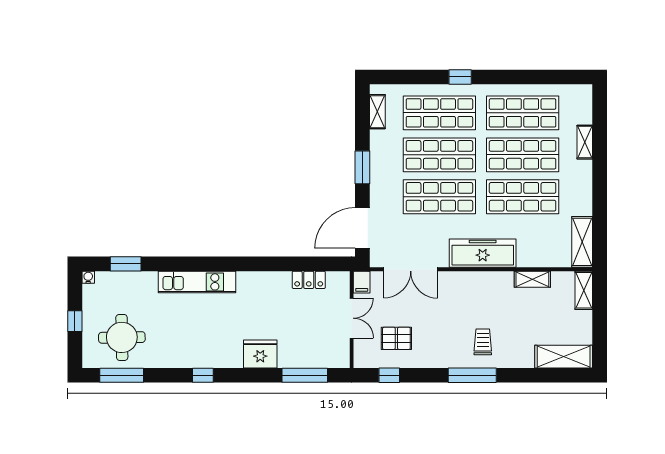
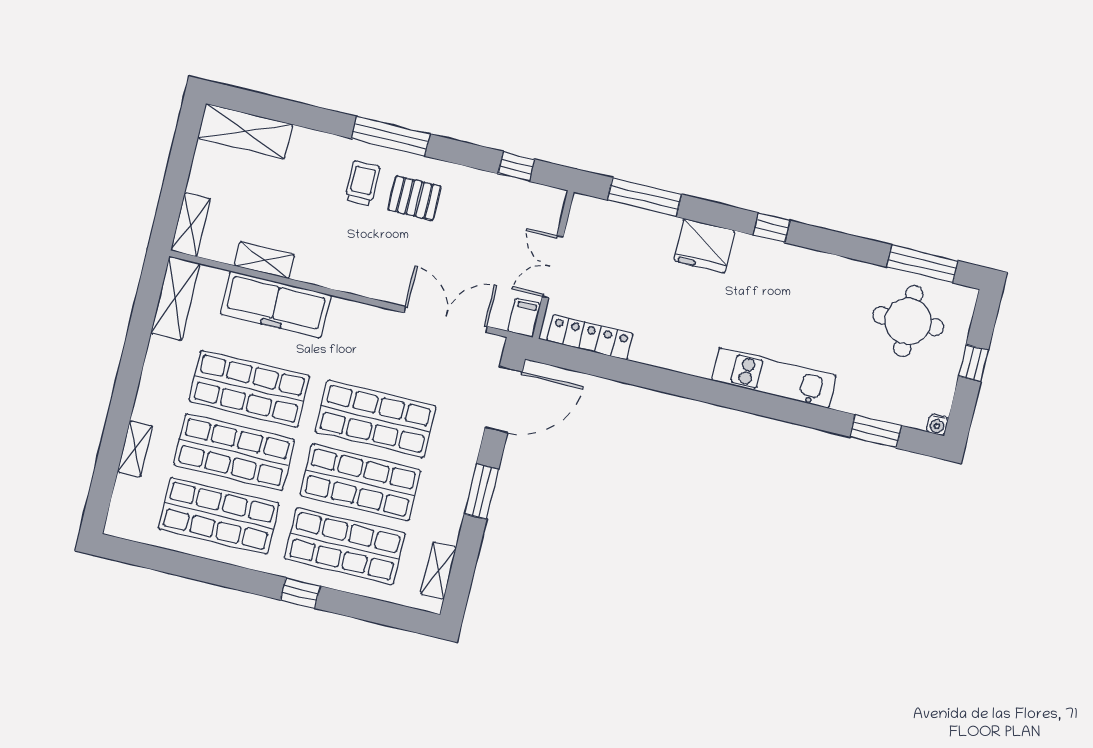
freezer: (483, 253) -> (276, 304), moved
locker: (309, 280) -> (590, 337), width x1.53
pallet: (396, 338) -> (414, 198), moved
trolley: (483, 342) -> (362, 183), turned 180
window: (203, 375) -> (772, 228), moved

